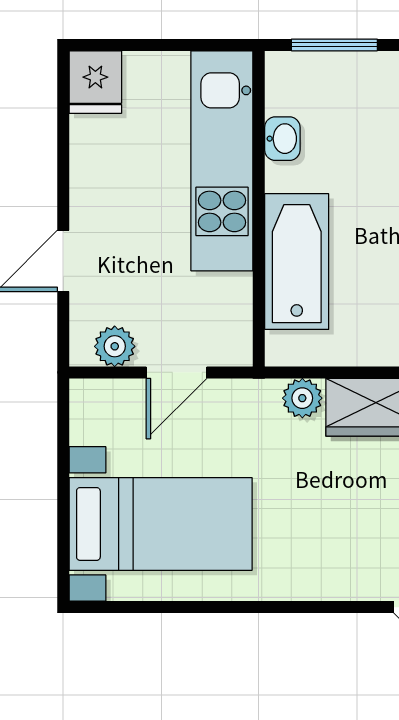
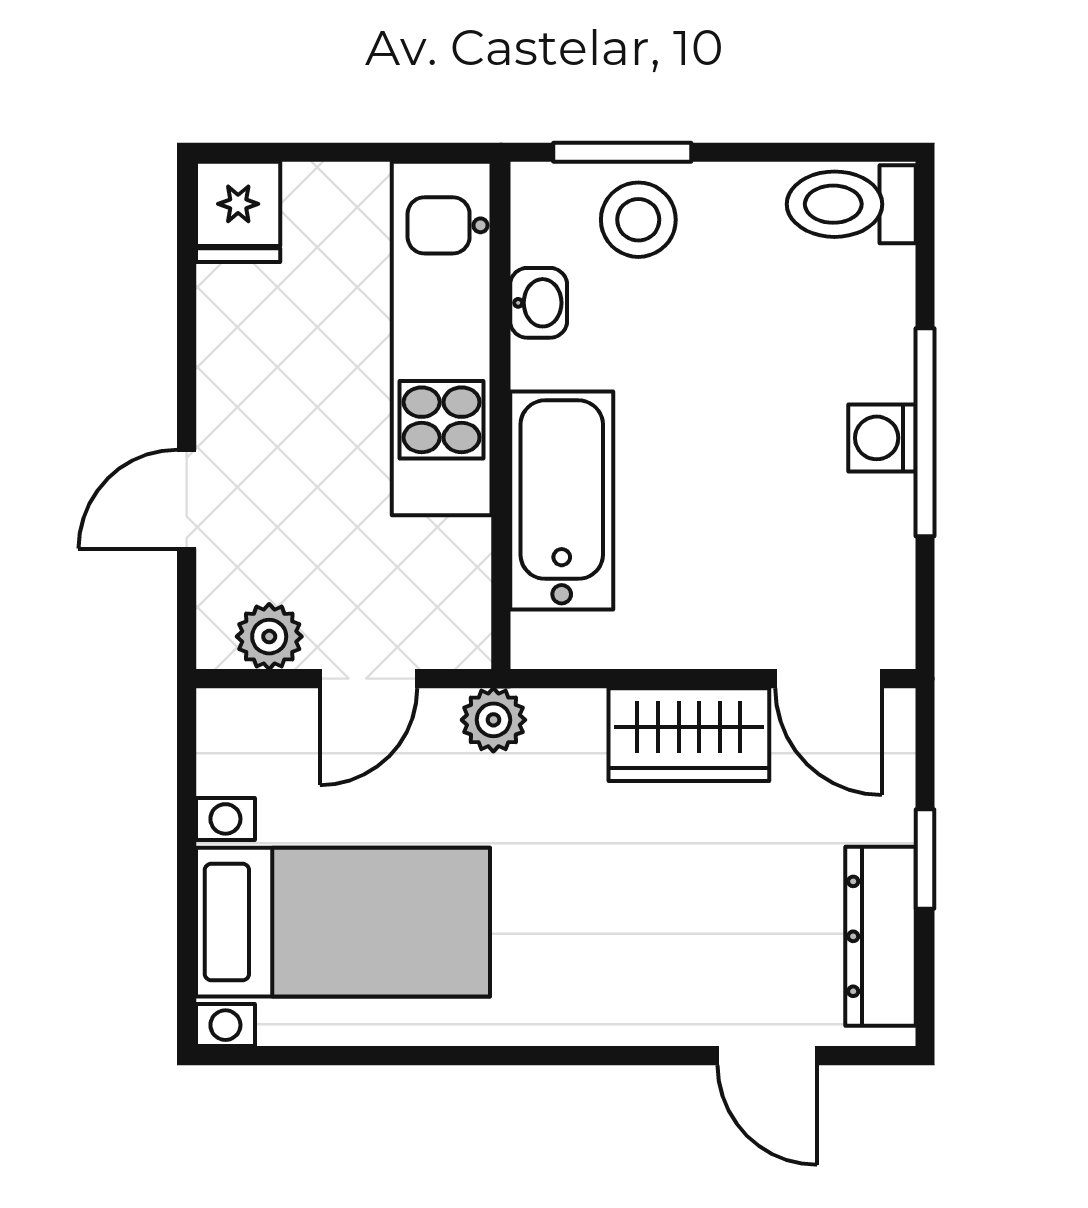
stool: (344, 87) -> (638, 220), added
plant: (302, 398) -> (493, 720), moved

